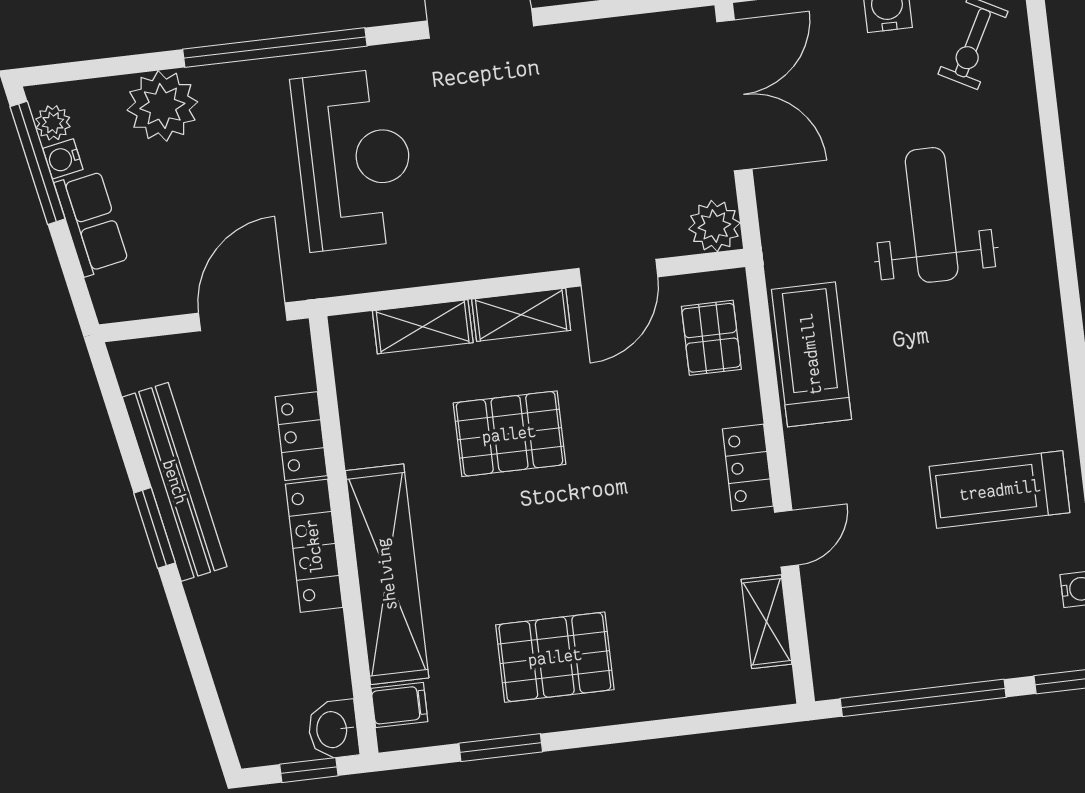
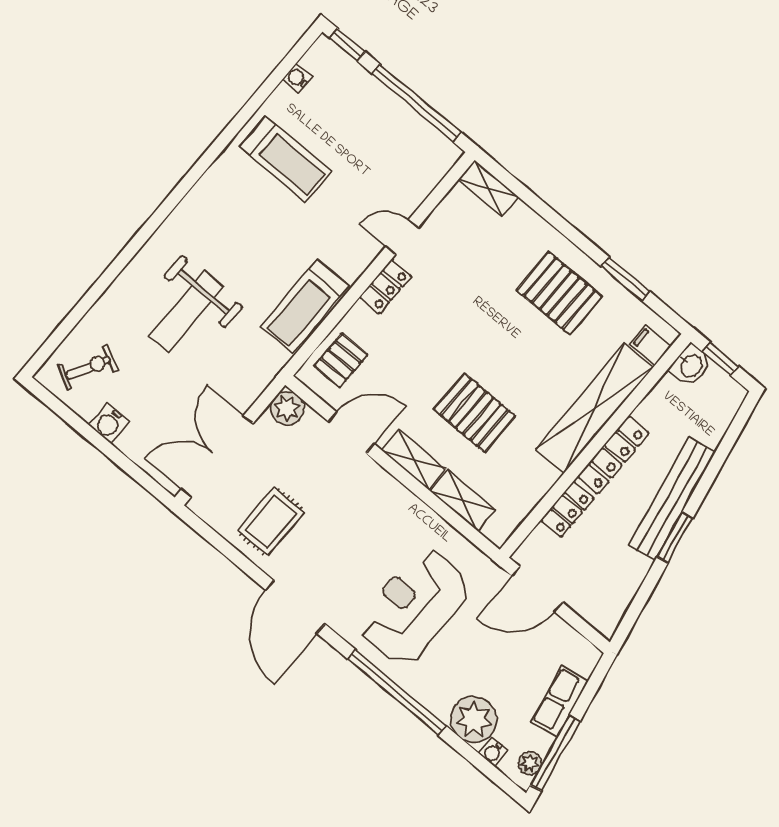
rug: (603, 87) -> (271, 521), added
water cooler: (63, 159) -> (493, 752), moved, turned 101
bench: (175, 482) -> (672, 499), moved
shelving: (767, 622) -> (488, 188), moved, turned 90

